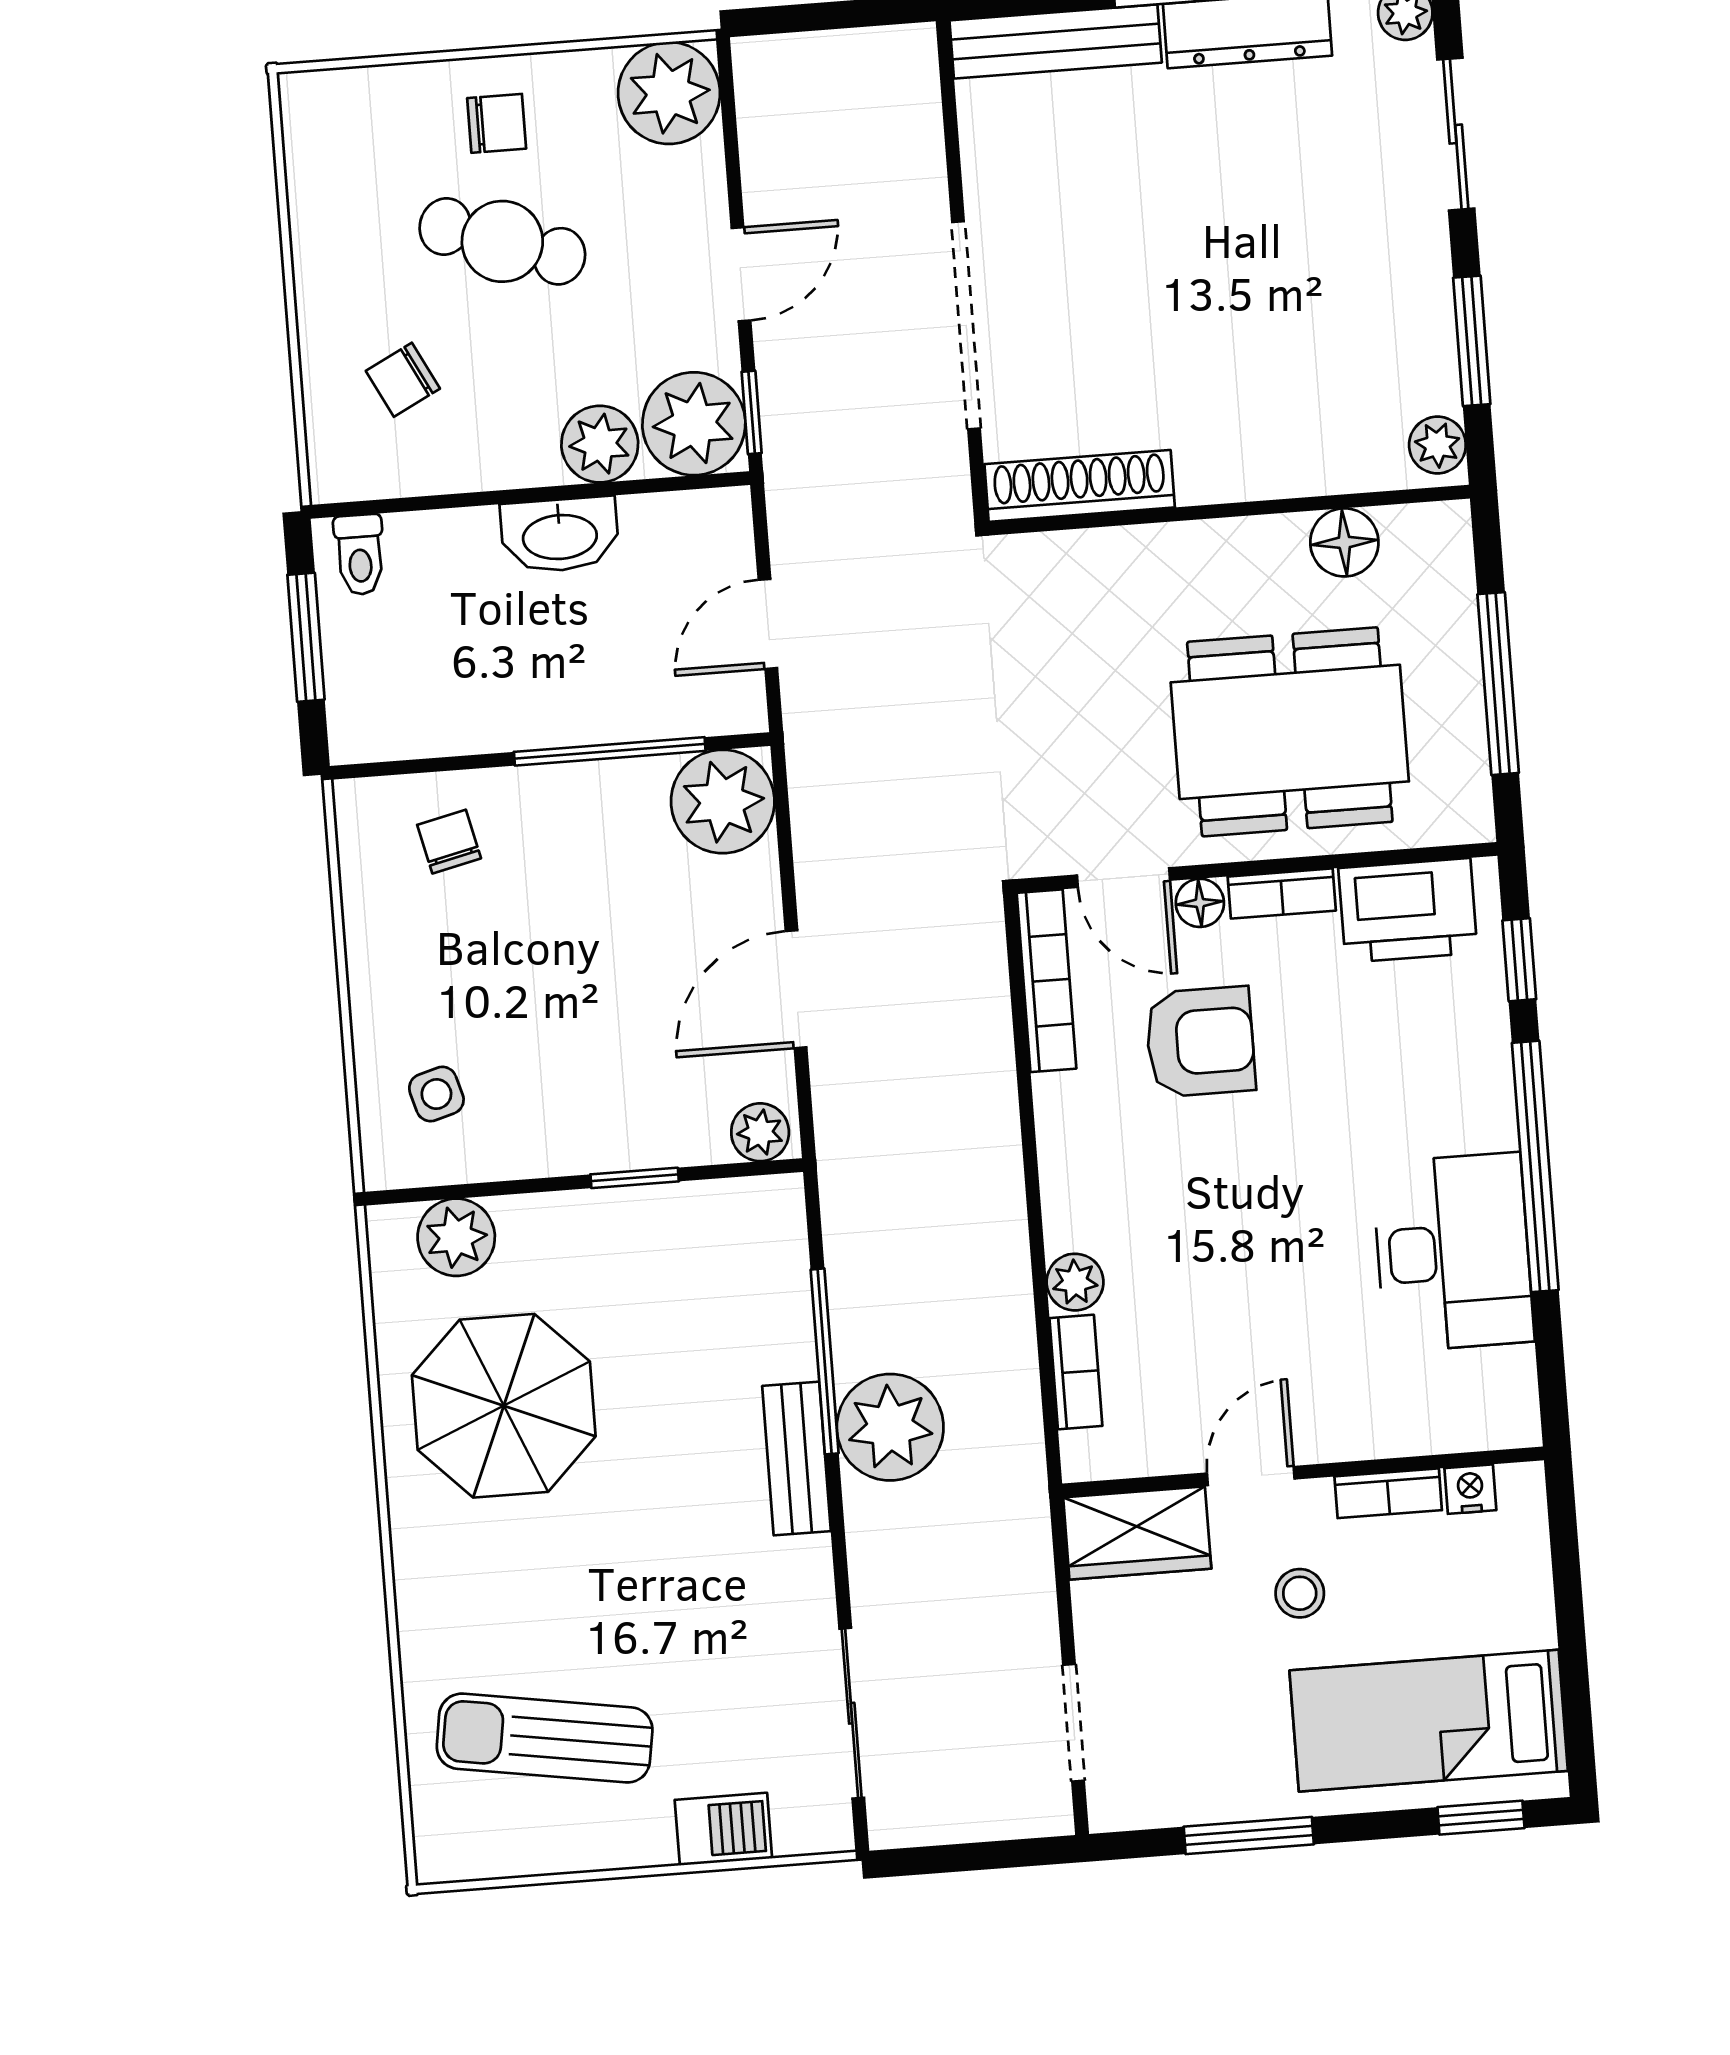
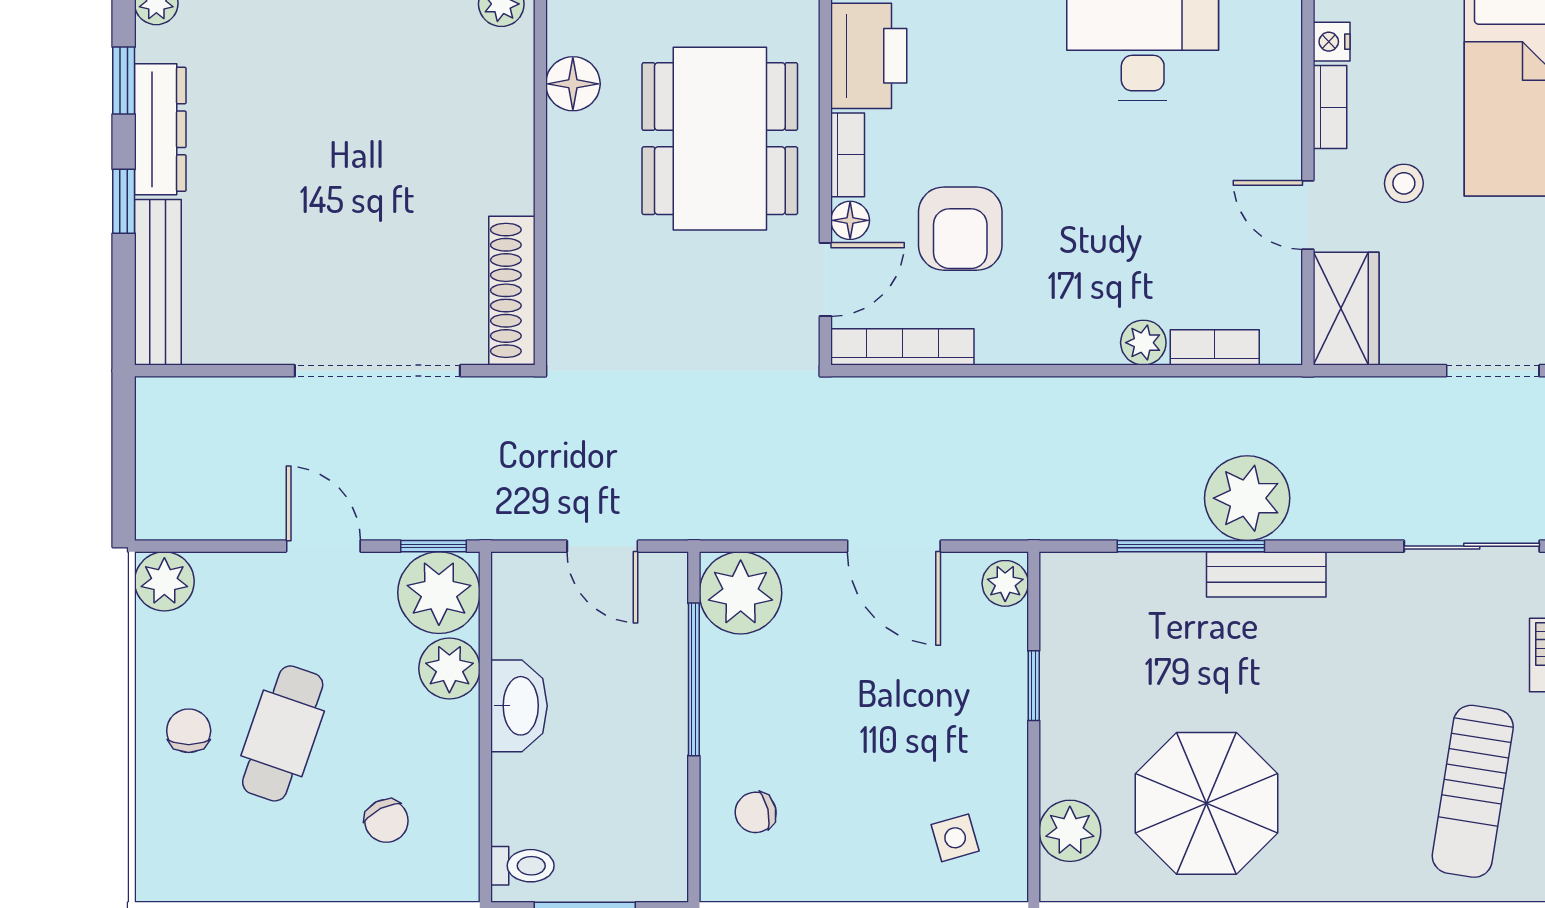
plant: (669, 93) -> (164, 581), width x0.73, depth x0.73
armchair: (1200, 1042) -> (960, 229), turned 180

